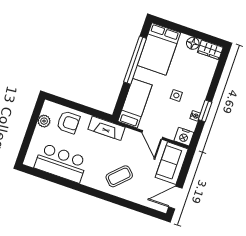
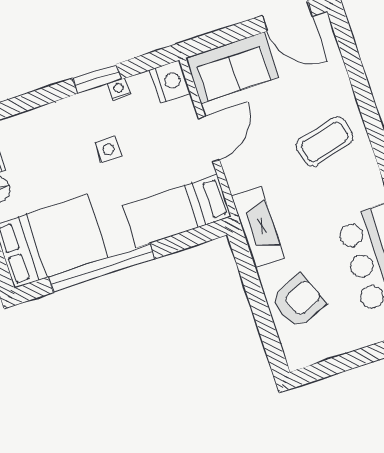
plant: (44, 121) -> (328, 345), removed
armchair: (68, 122) -> (298, 302), turned 67
coffee table: (119, 176) -> (325, 141), turned -60

